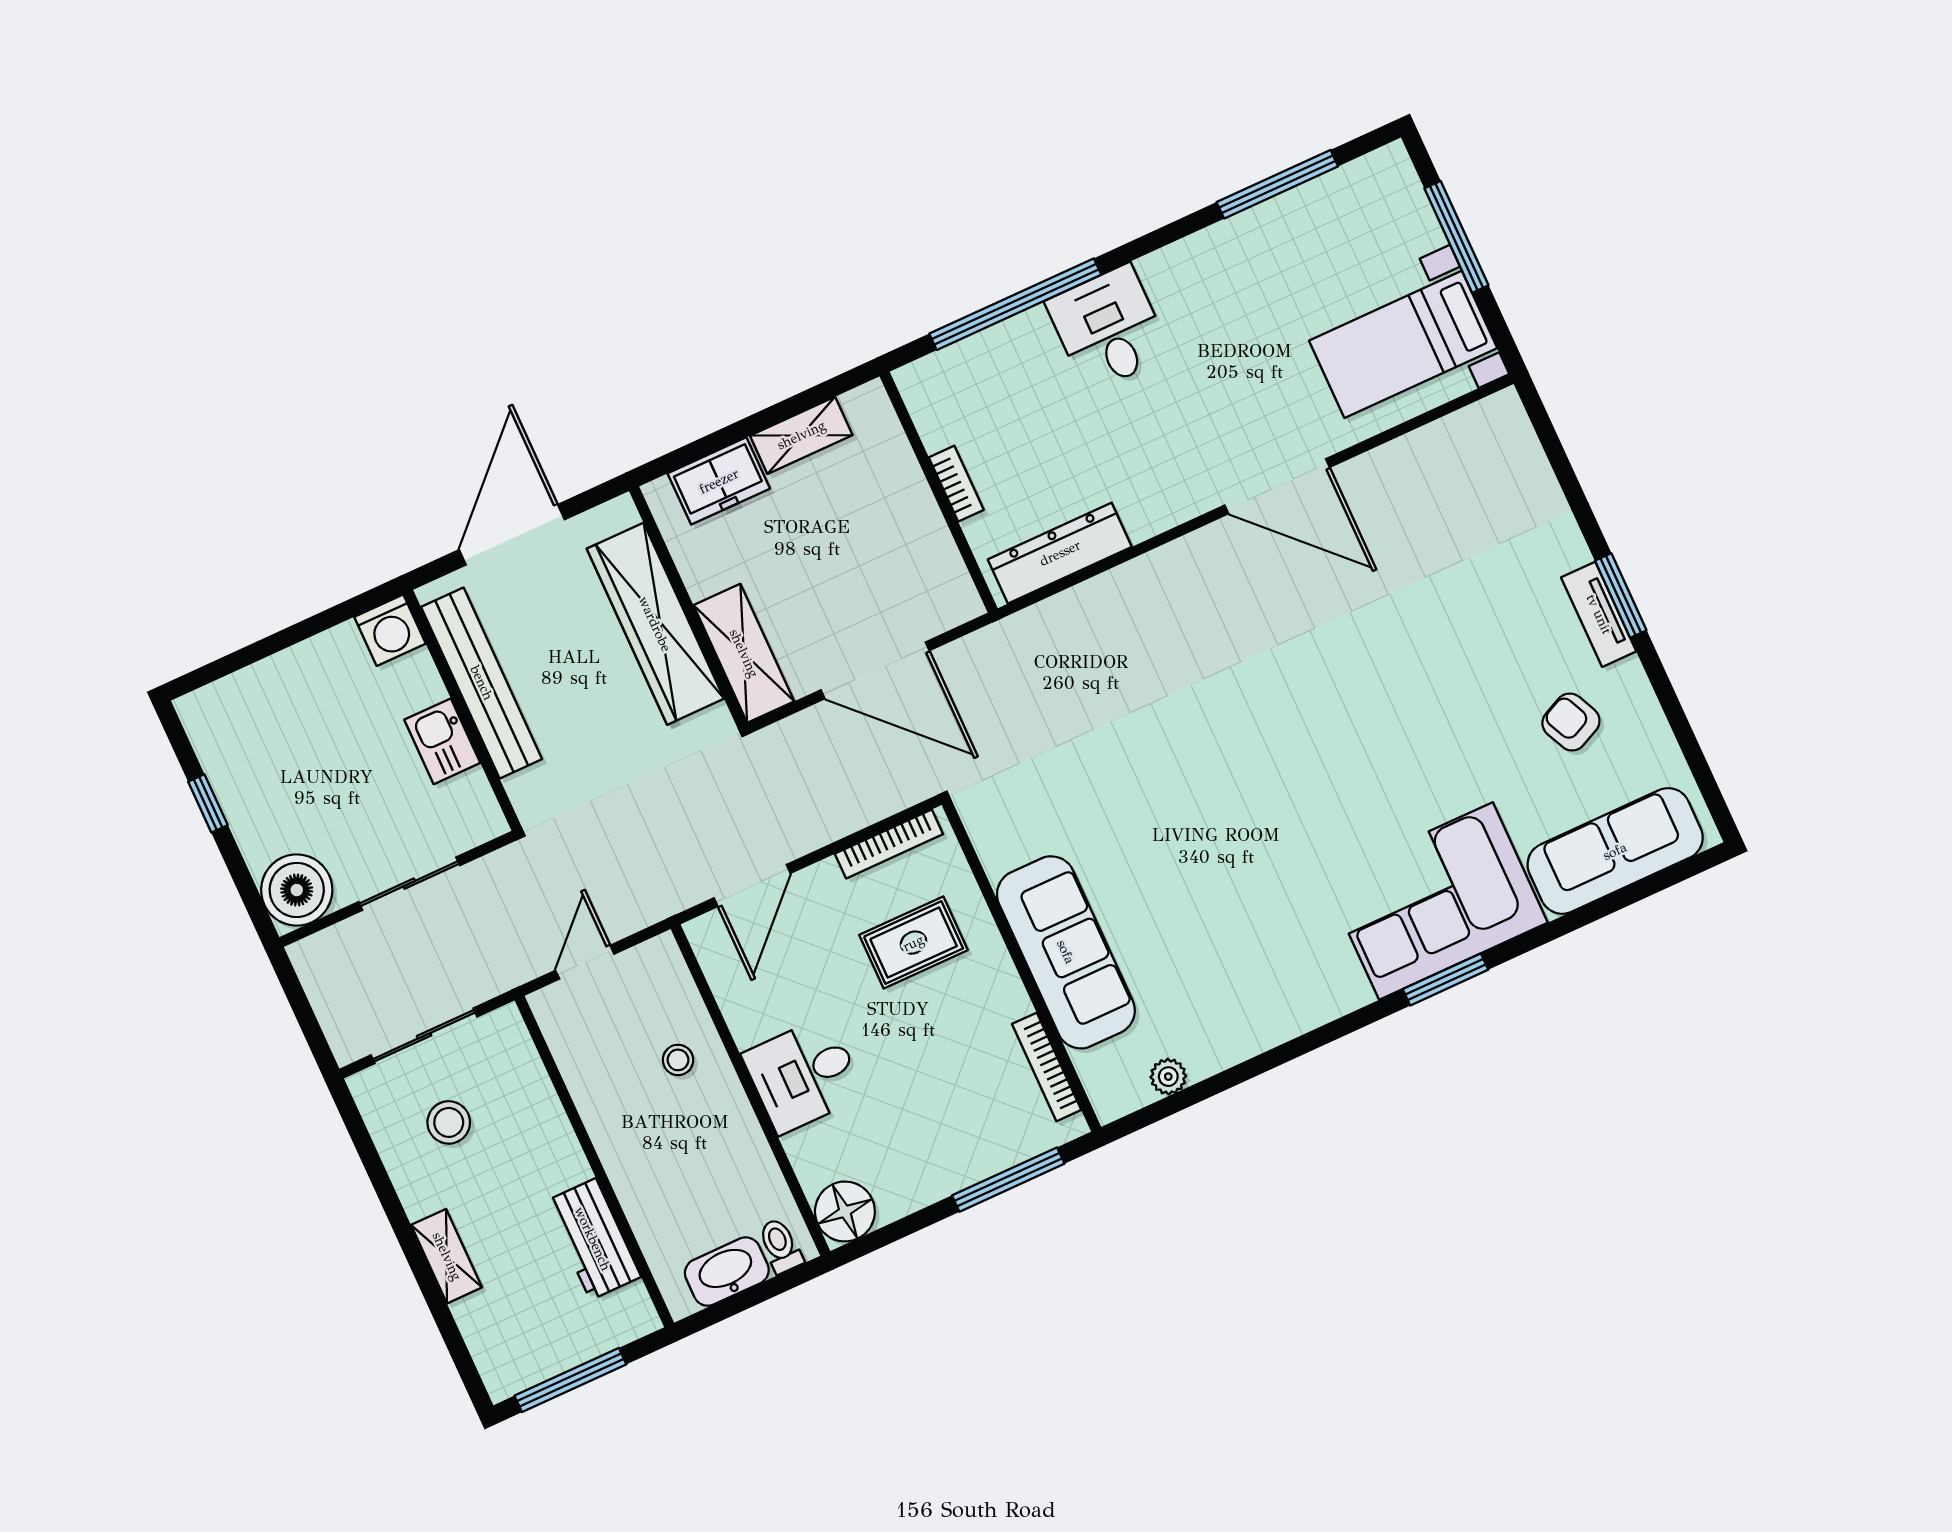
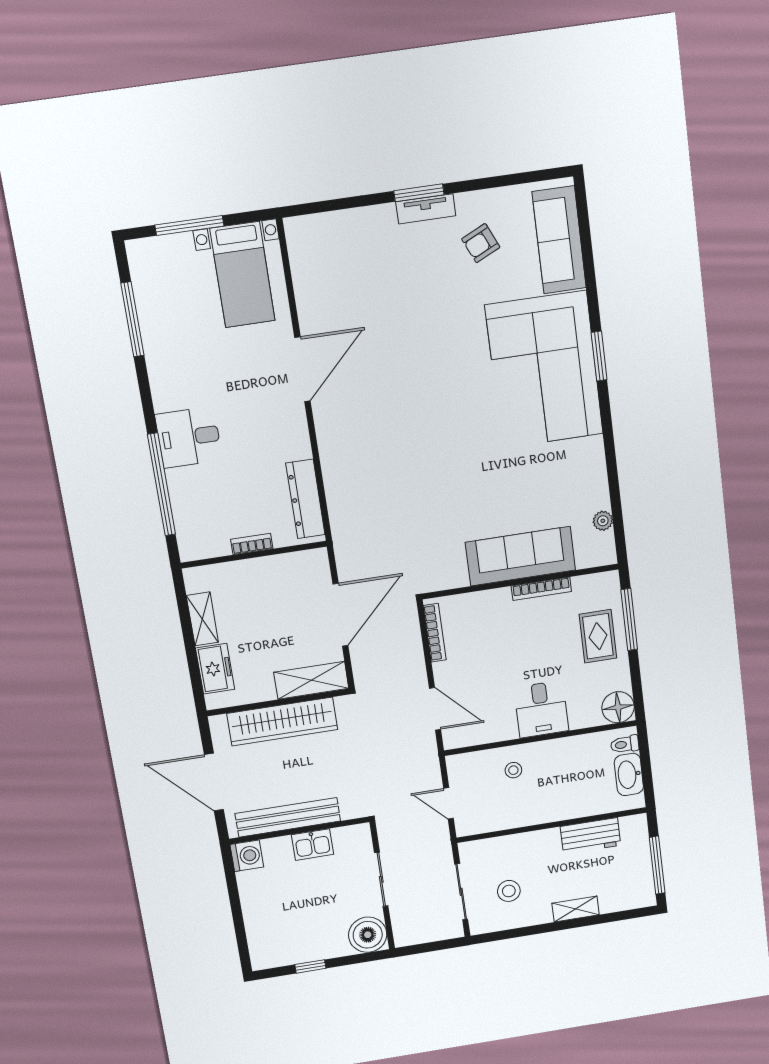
corner sofa: (1436, 901) -> (544, 370), width x1.36, depth x1.36
rug: (913, 943) -> (598, 636), moved
bookcase: (1047, 1067) -> (541, 589), moved

